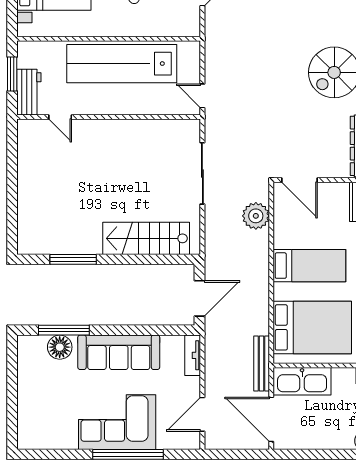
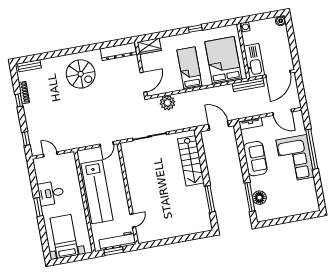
workbench: (29, 92) -> (117, 241), width x1.38
sofa: (119, 352) -> (255, 159), width x0.73

